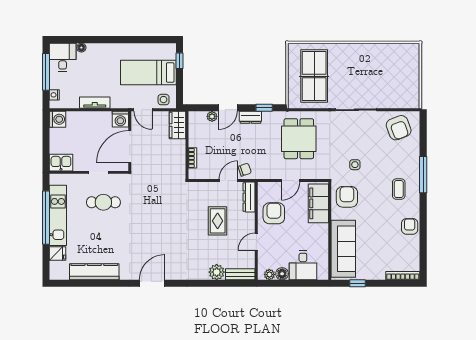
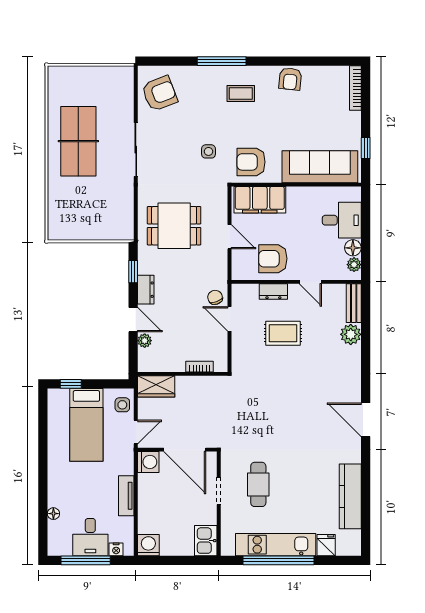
desk: (63, 57) -> (90, 537), moved, turned -90
table tennis table: (314, 76) -> (78, 141), moved, turned 90
dresser: (249, 197) -> (273, 292), moved, width x0.70
armchair: (410, 226) -> (290, 79), turned -84

